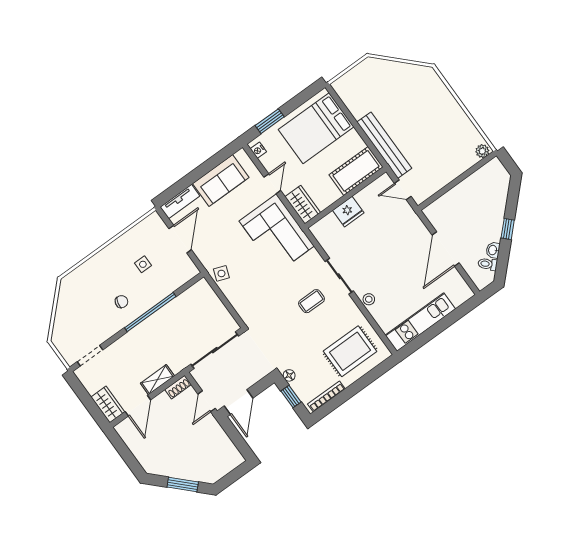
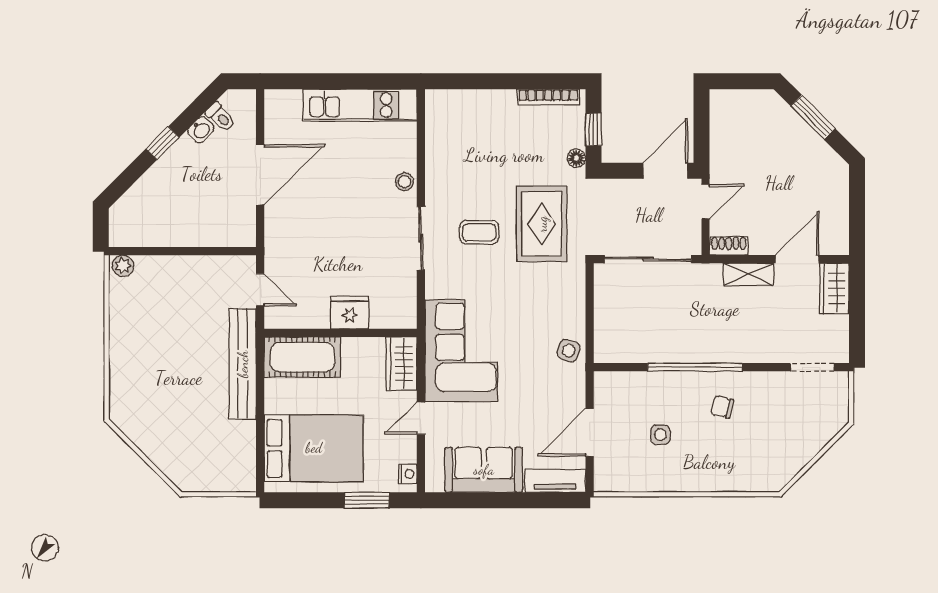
rug: (350, 351) -> (542, 224), moved, turned 90

